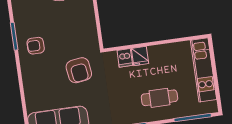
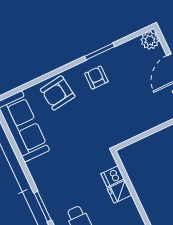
armchair: (79, 70) -> (58, 93), moved

